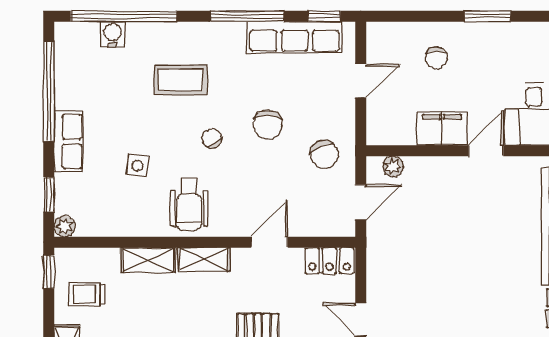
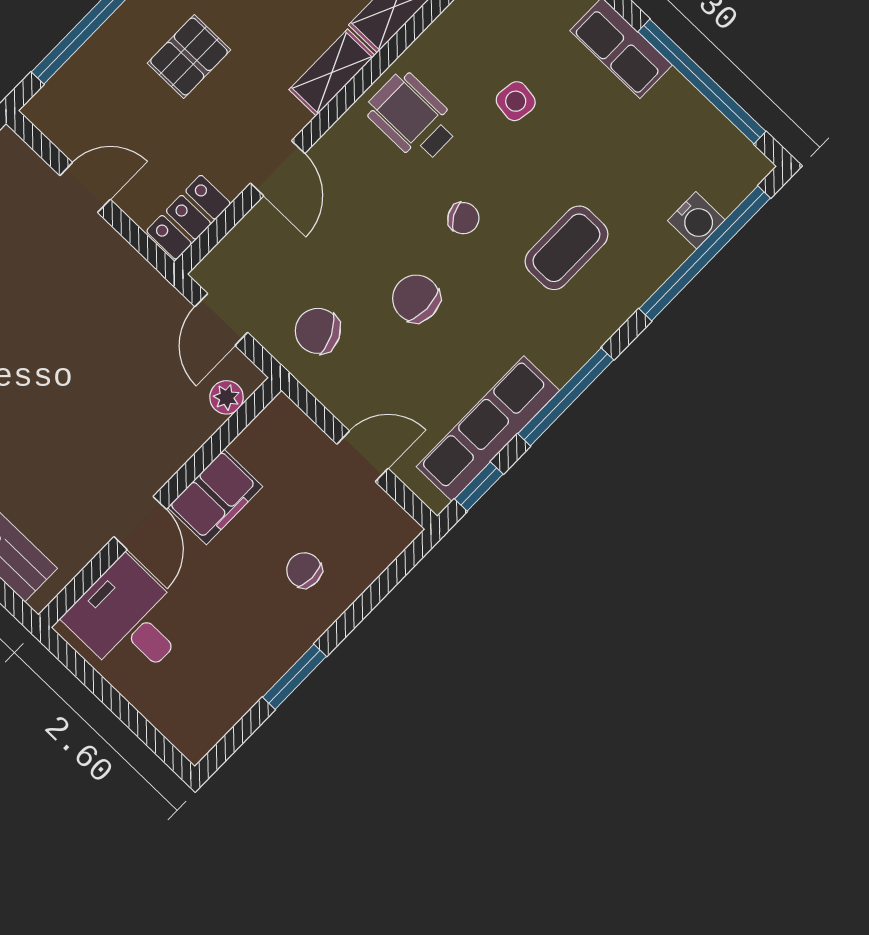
door: (361, 81) -> (362, 456), swing flipped

